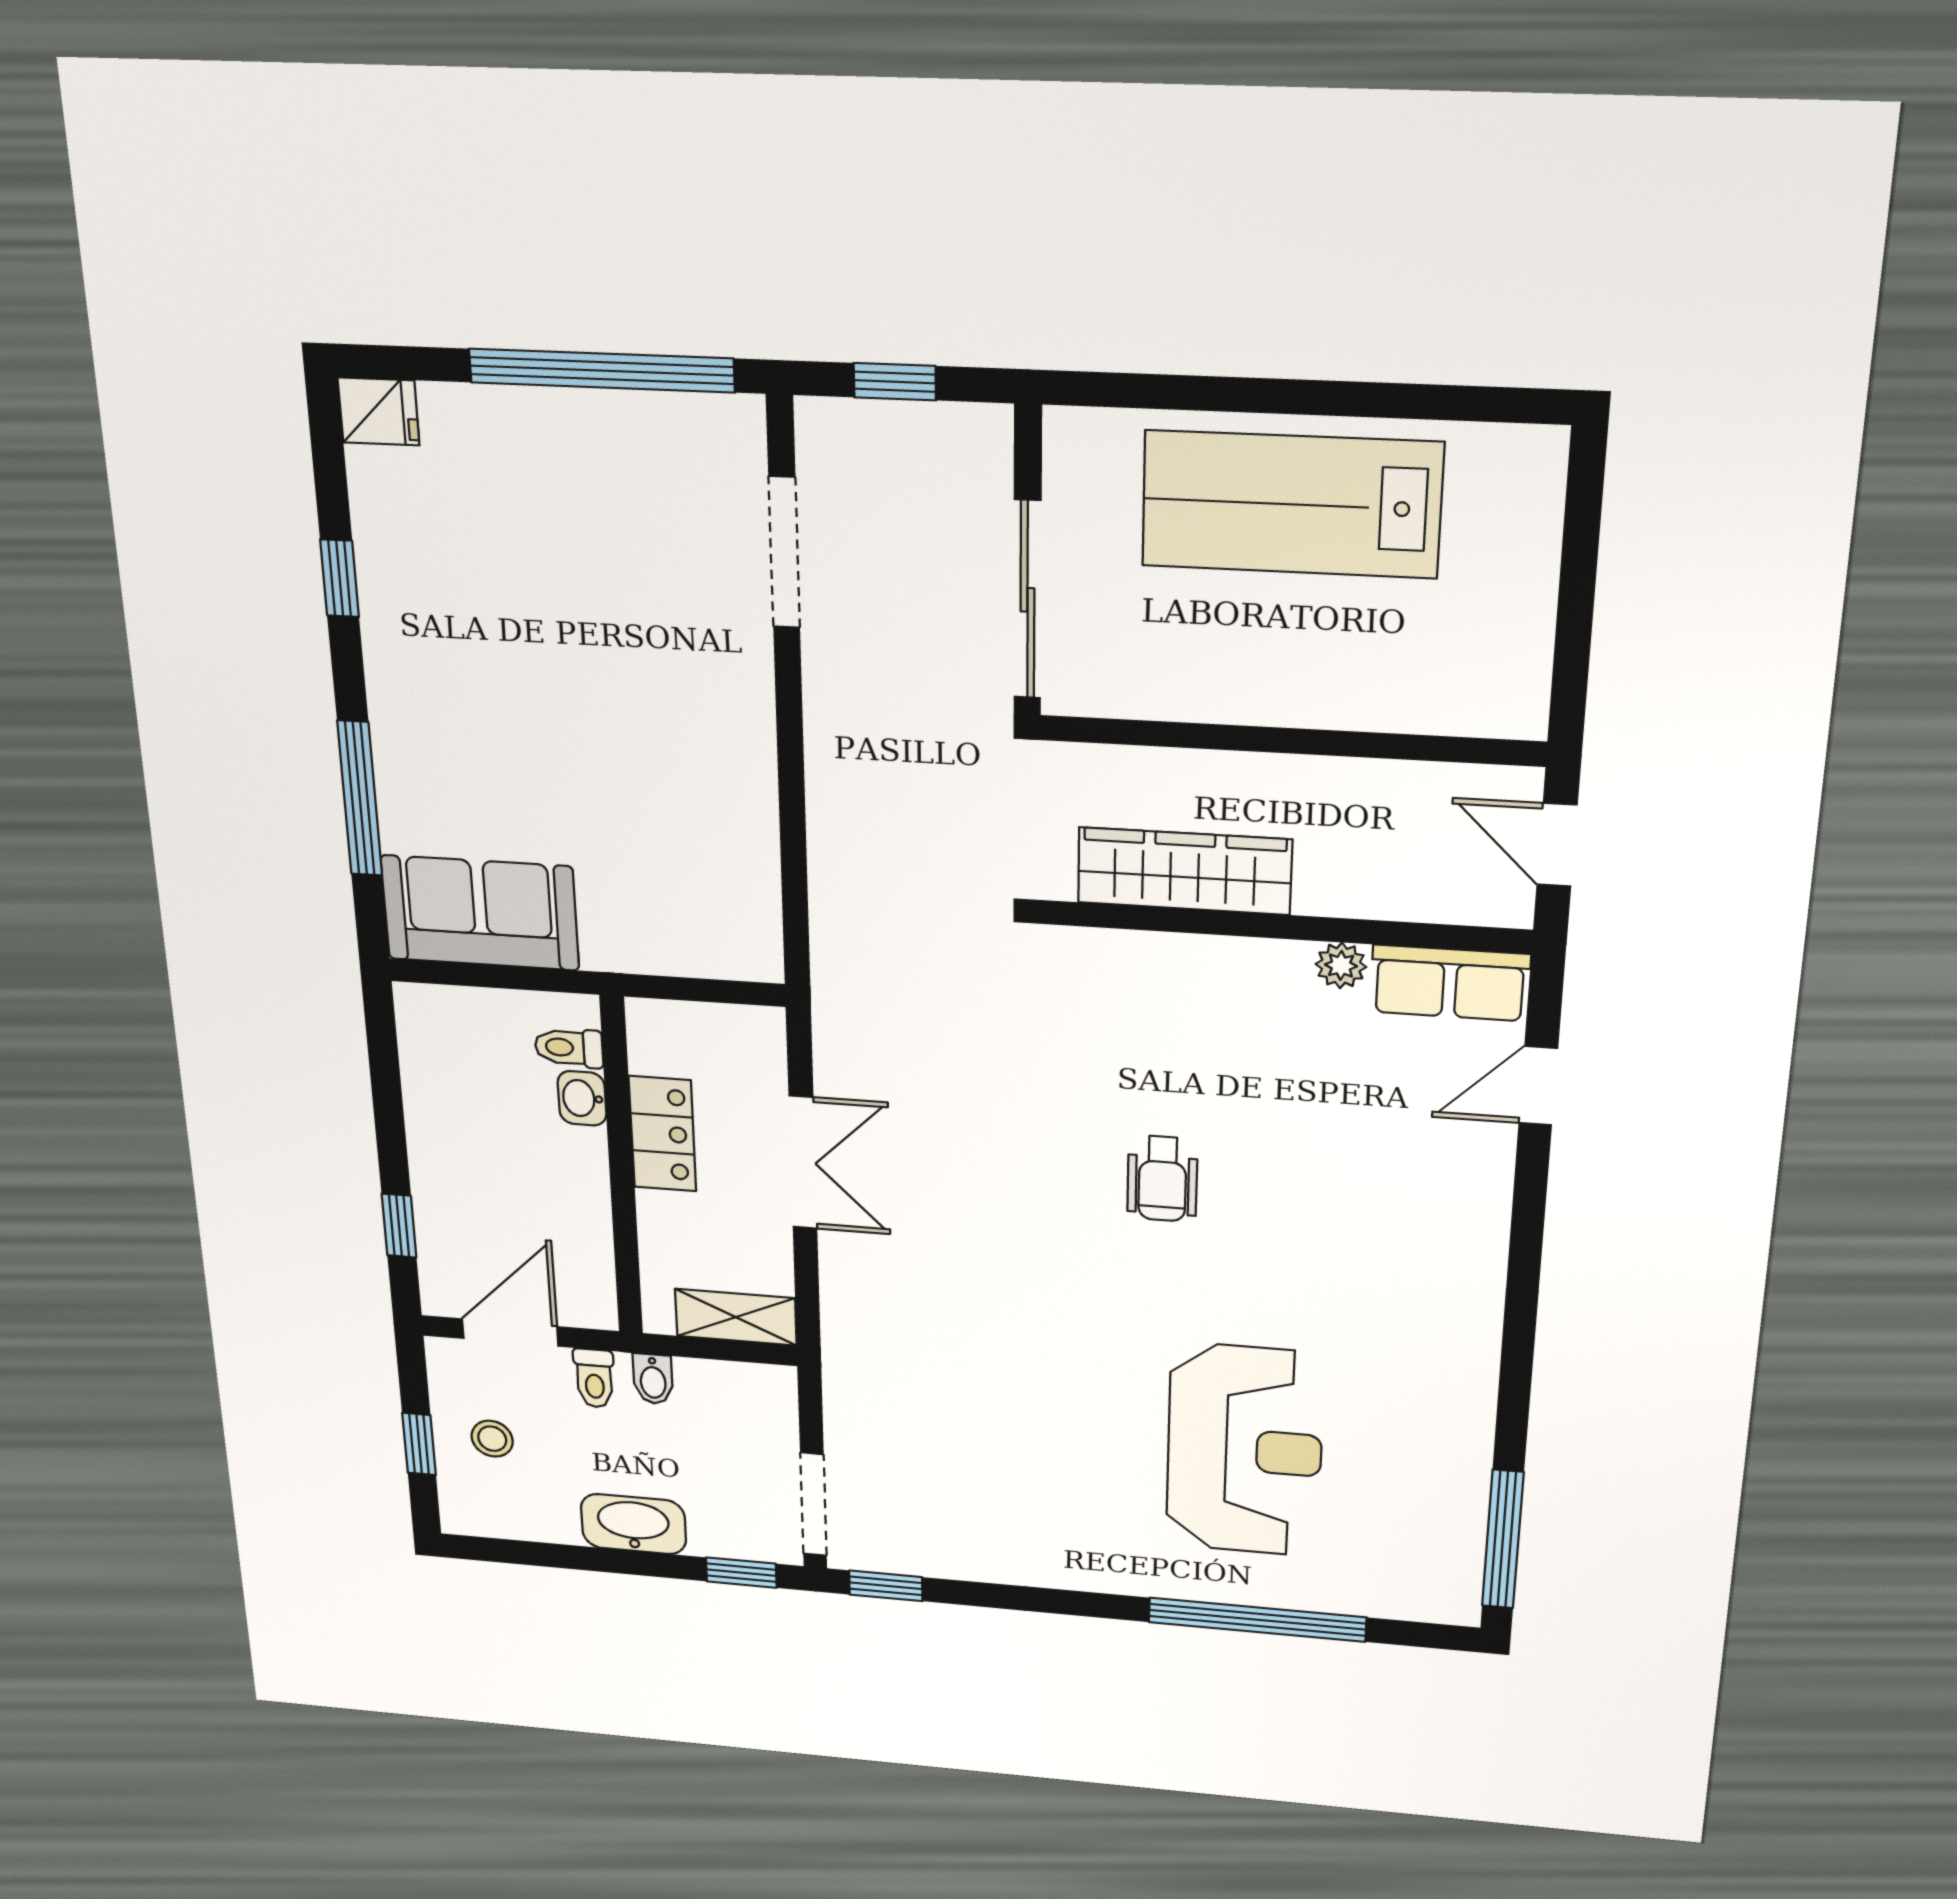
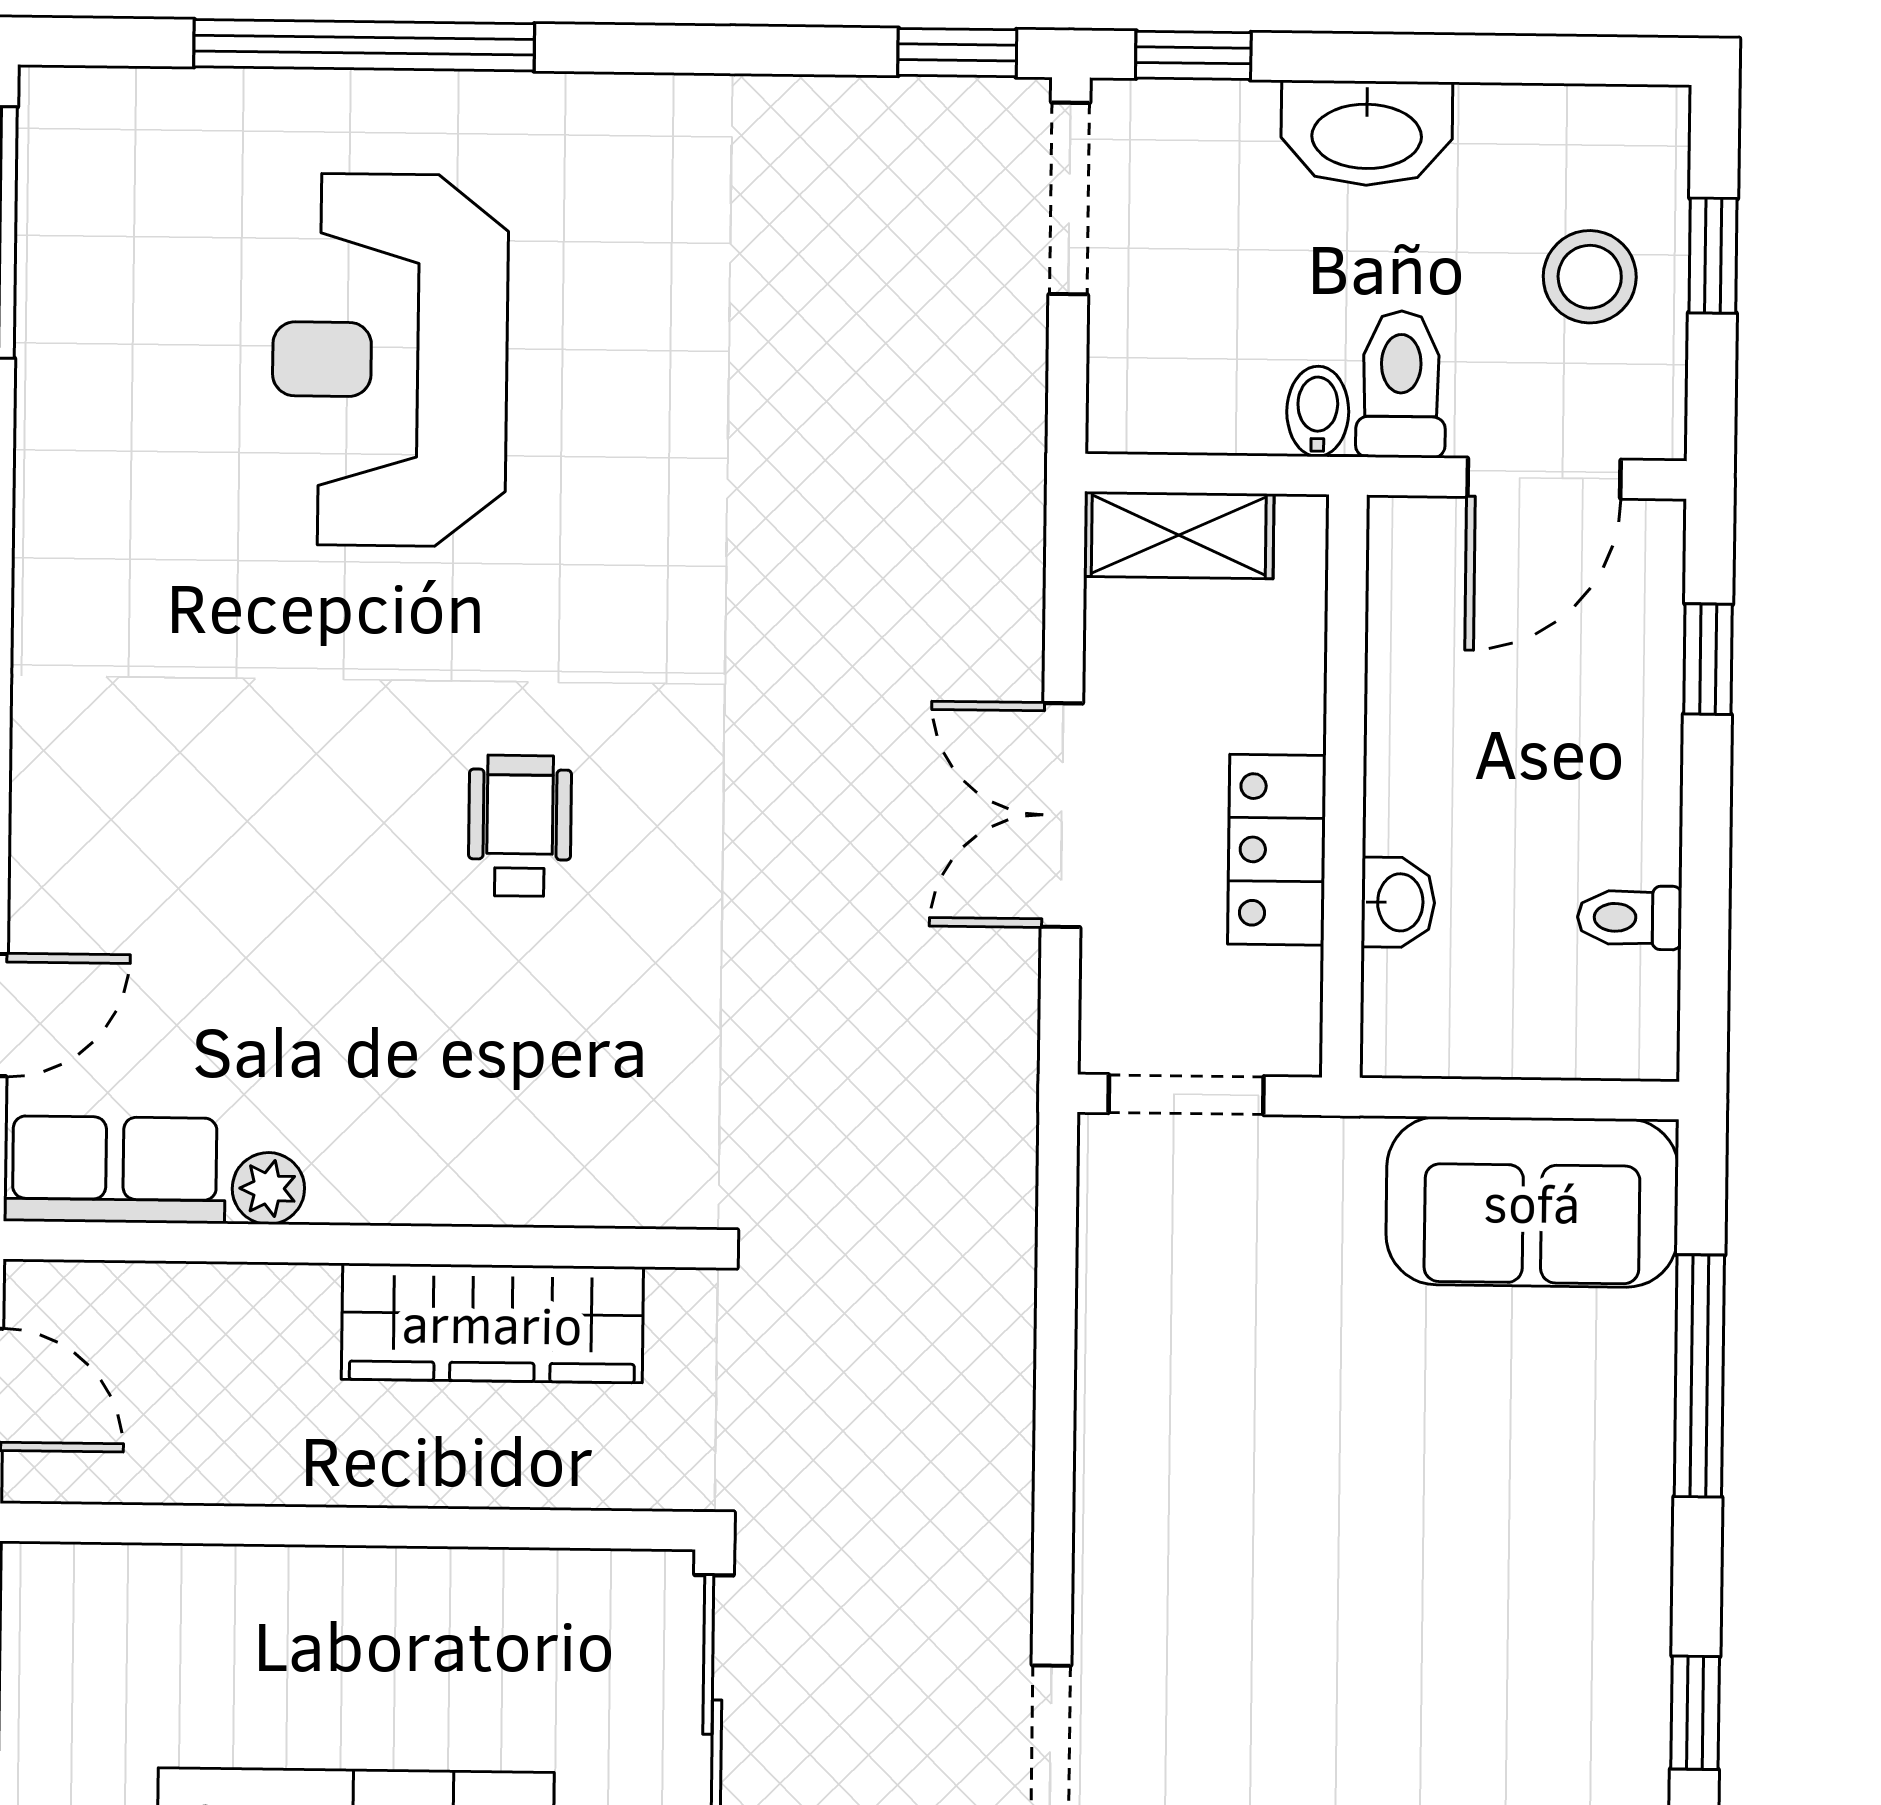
doorway: (713, 991) -> (1186, 1095), added
toilet: (569, 1048) -> (1630, 918), moved, turned 180
toilet: (594, 1378) -> (1401, 384), width x1.37, depth x1.39
stool: (492, 1439) -> (1590, 277), width x1.37, depth x1.37

